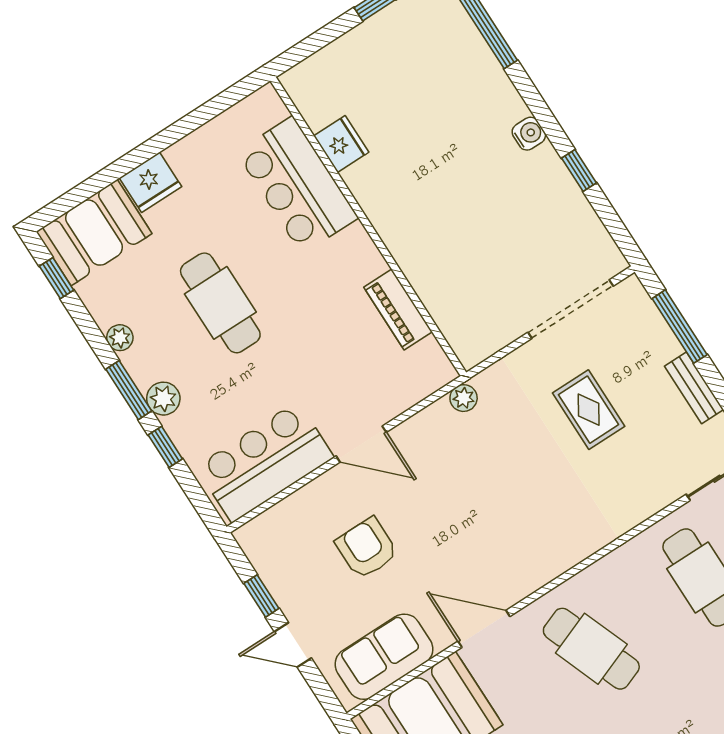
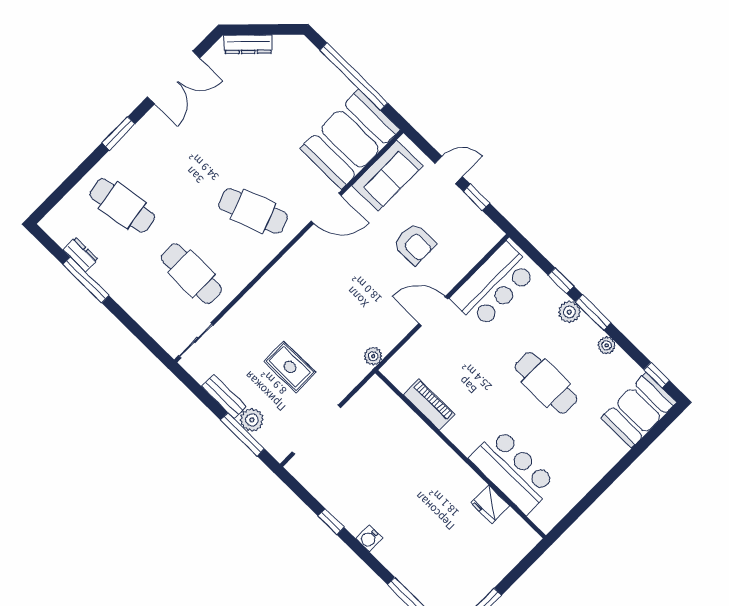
fridge: (150, 182) -> (609, 451), removed
plant: (661, 345) -> (252, 420), added

